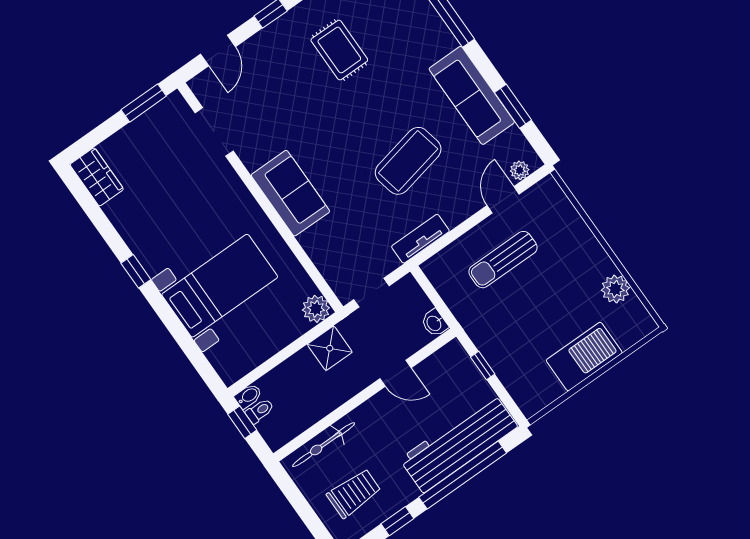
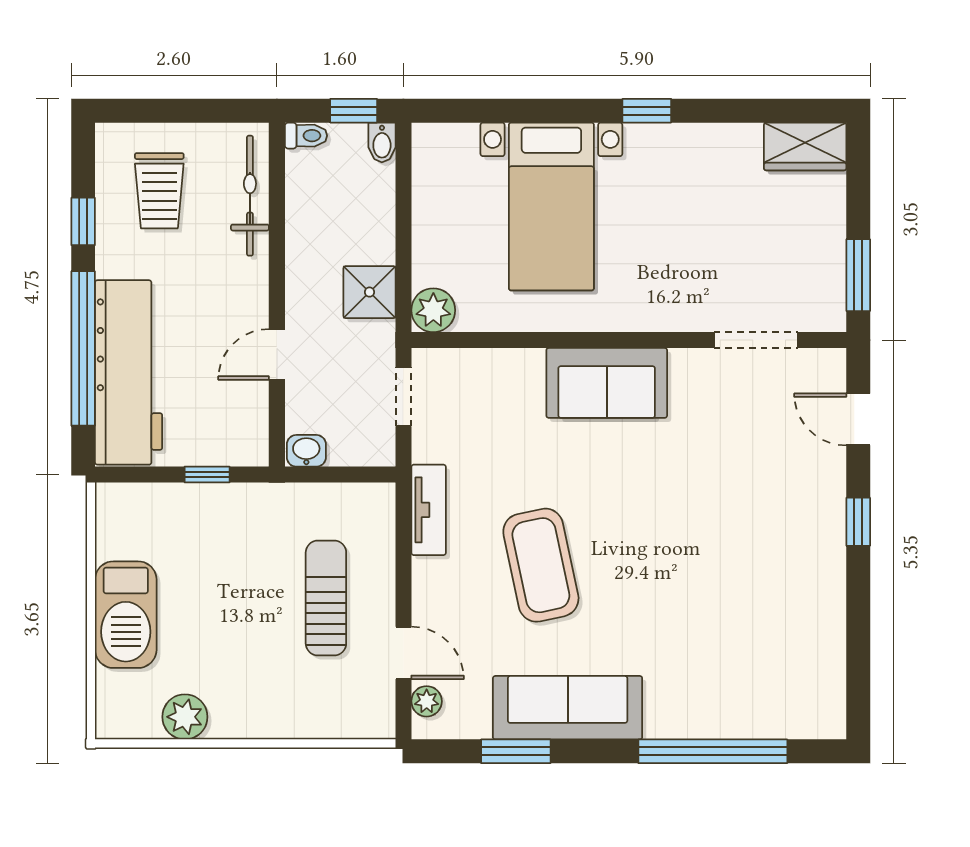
rug: (339, 50) -> (748, 577), removed
toilet: (260, 411) -> (306, 136), moved, turned -90

